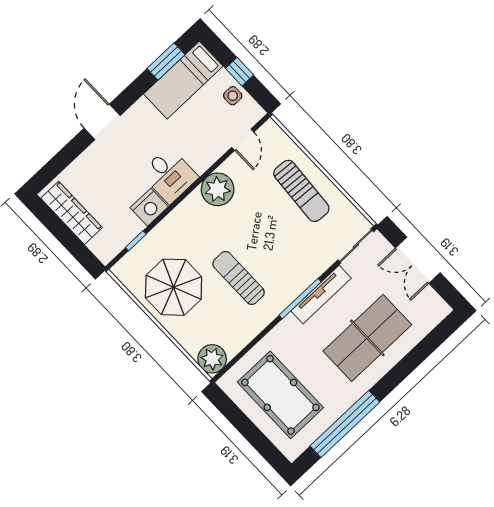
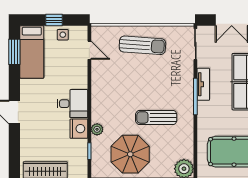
plant: (218, 189) -> (97, 129), moved, width x0.53, depth x0.53
tv unit: (321, 295) -> (203, 84), width x0.71

